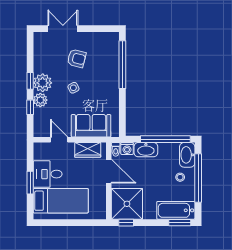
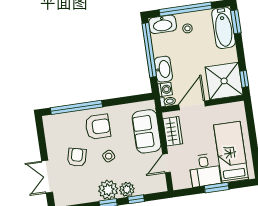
armchair: (102, 82) -> (98, 127), added

